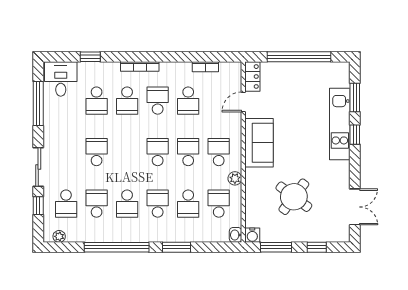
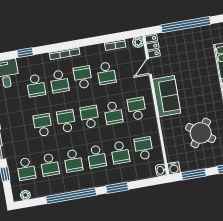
school desk: (127, 152) -> (66, 121), added
school desk: (188, 152) -> (113, 113), turned 180
plant: (235, 178) -> (138, 42), moved
school desk: (97, 204) -> (50, 165), turned 180
school desk: (158, 204) -> (97, 157), turned 180

